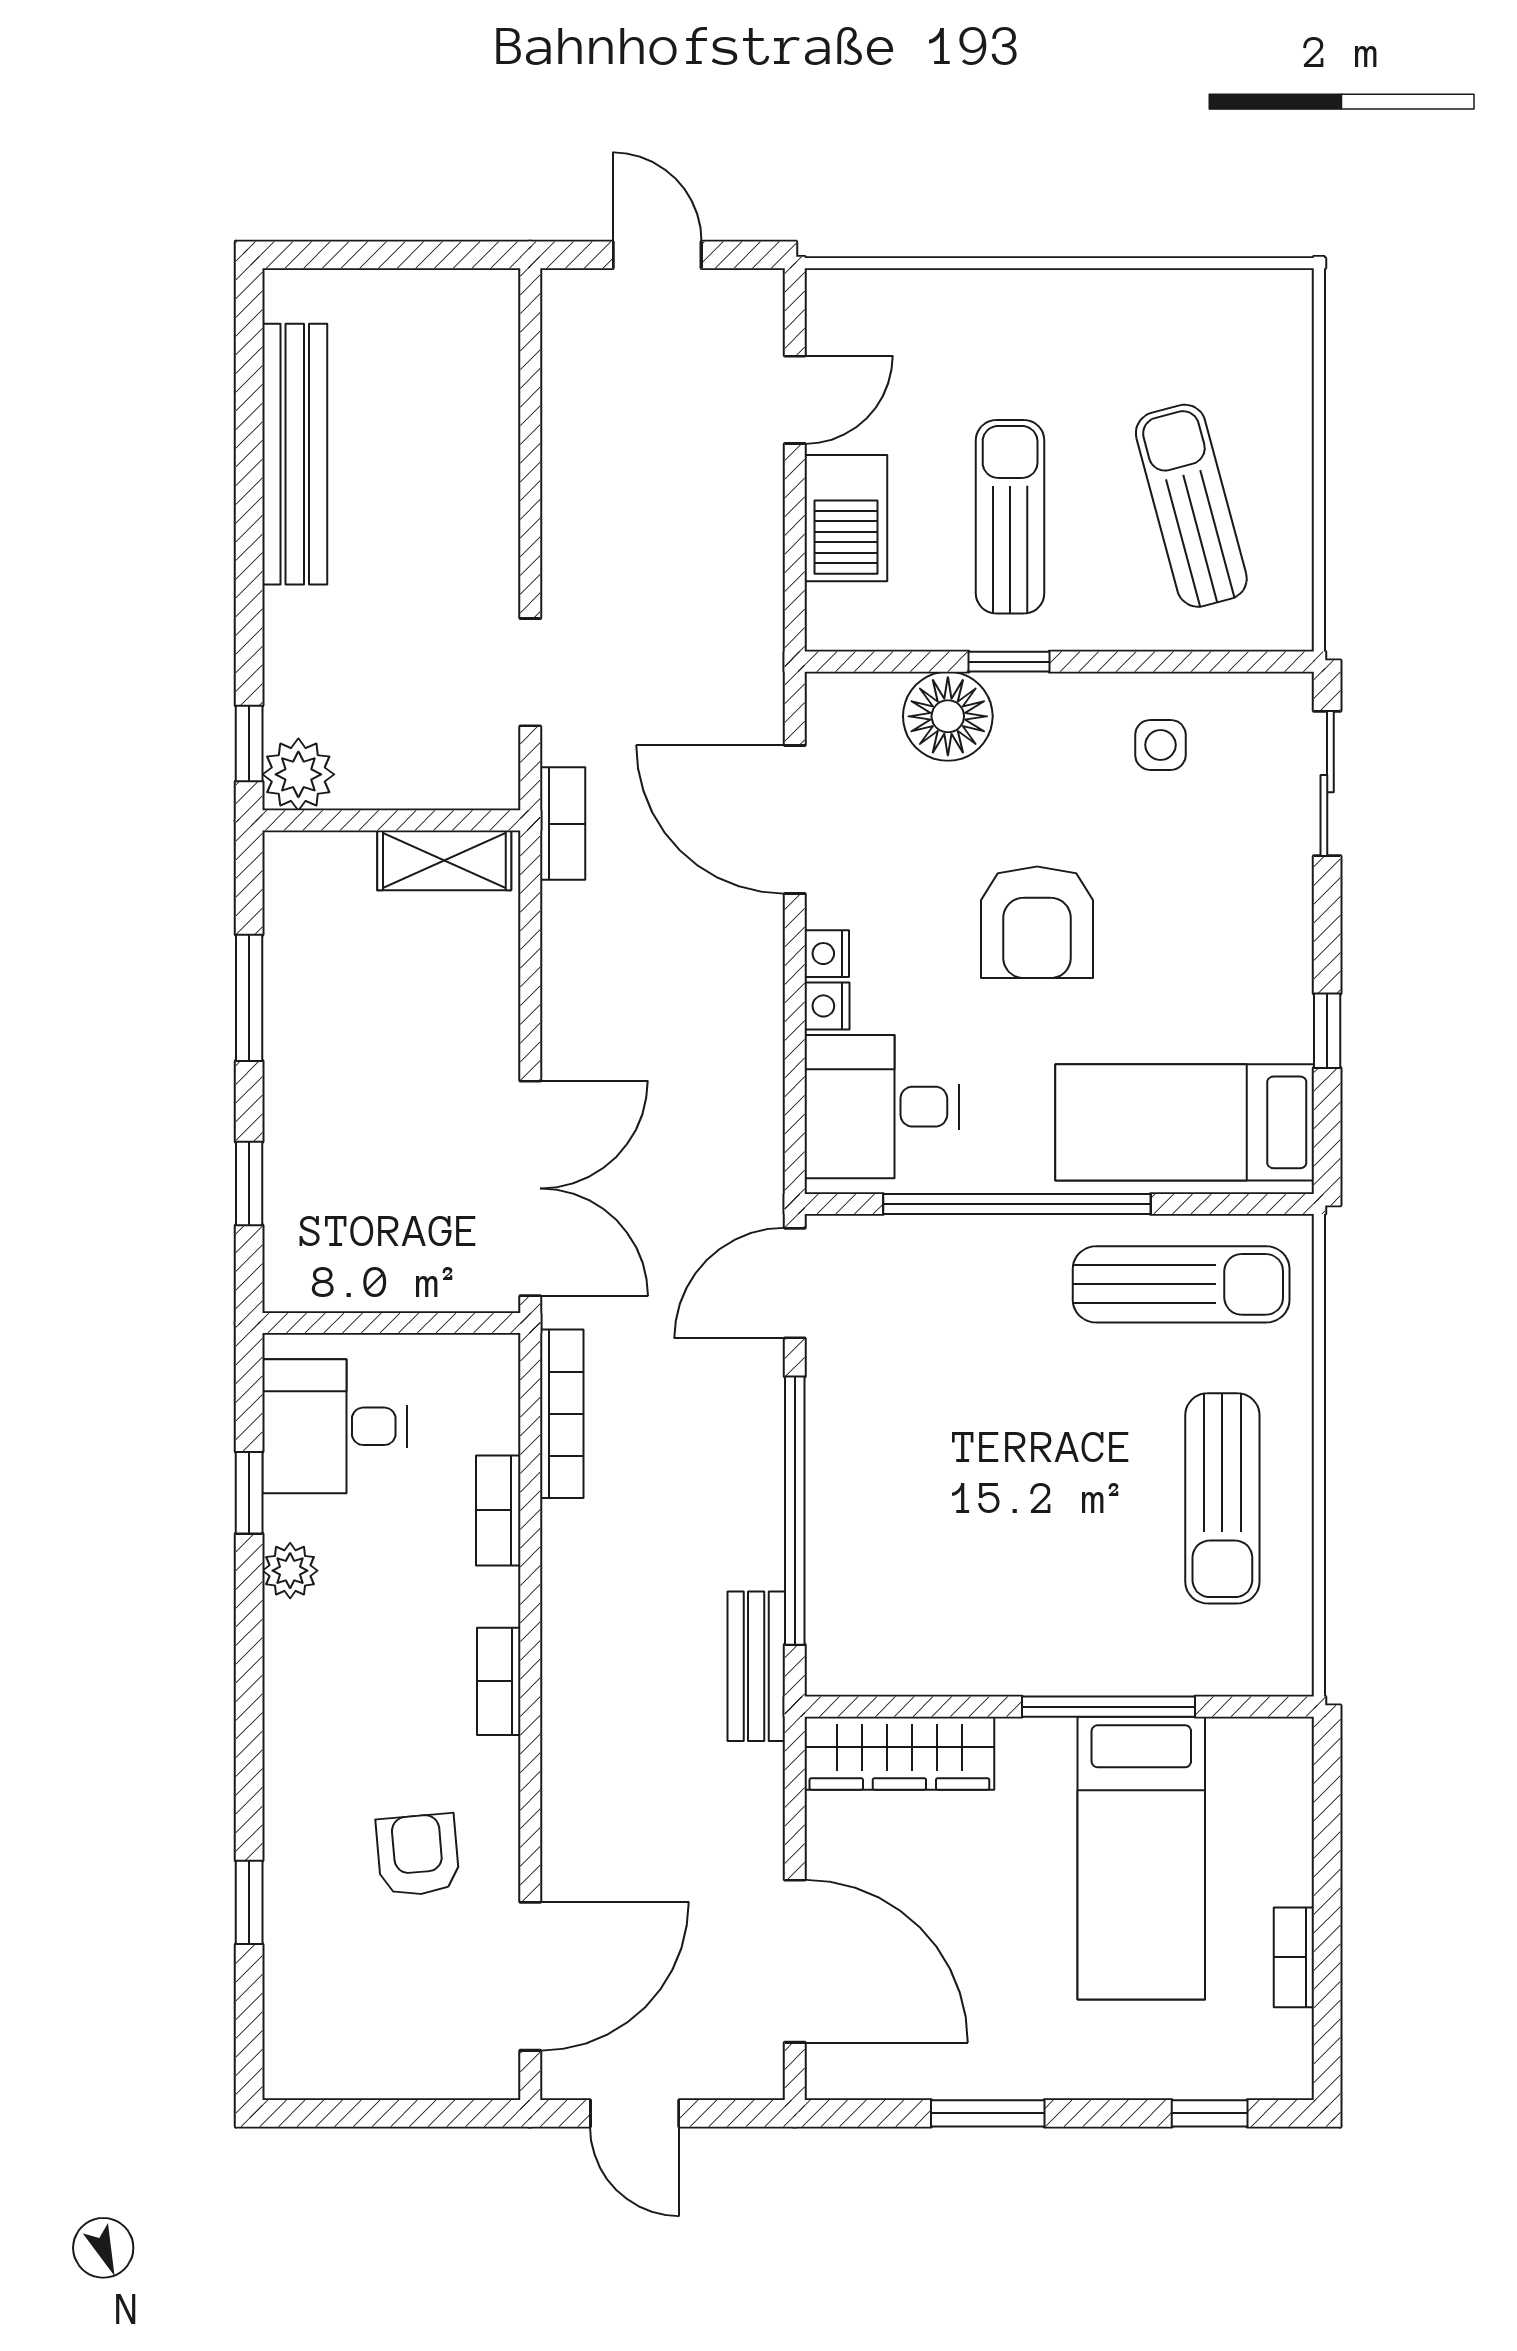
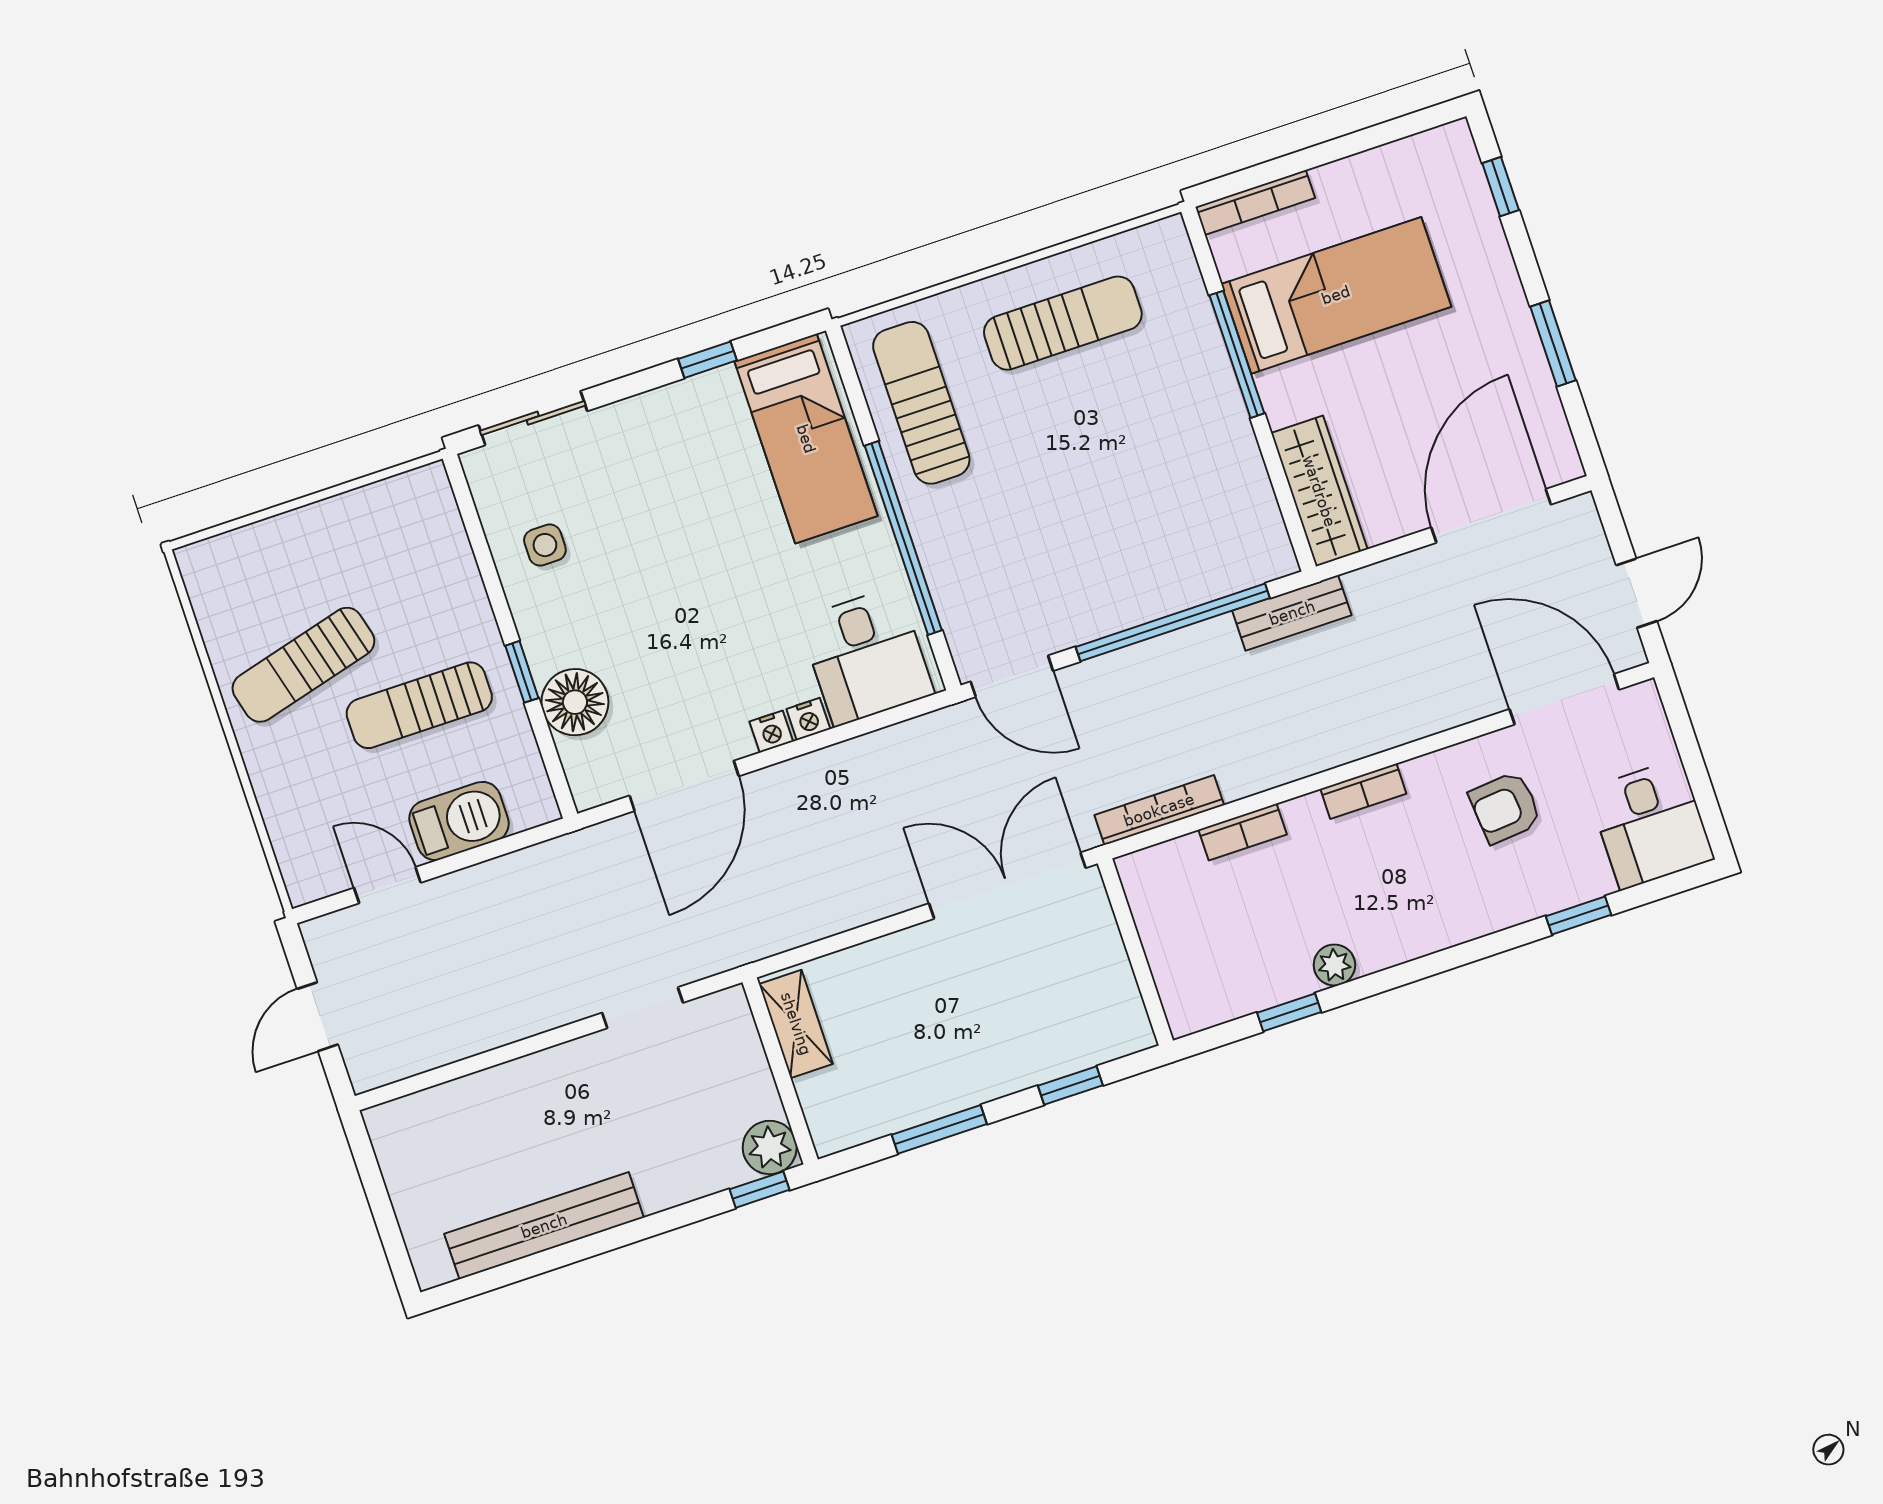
sun lounger: (1191, 506) -> (303, 665), moved
bookcase: (563, 824) -> (742, 949), removed
armchair: (1037, 922) -> (699, 590), removed
desk: (335, 1426) -> (1651, 824), moved
bookcase: (1294, 1957) -> (1255, 202), moved, width x1.56

